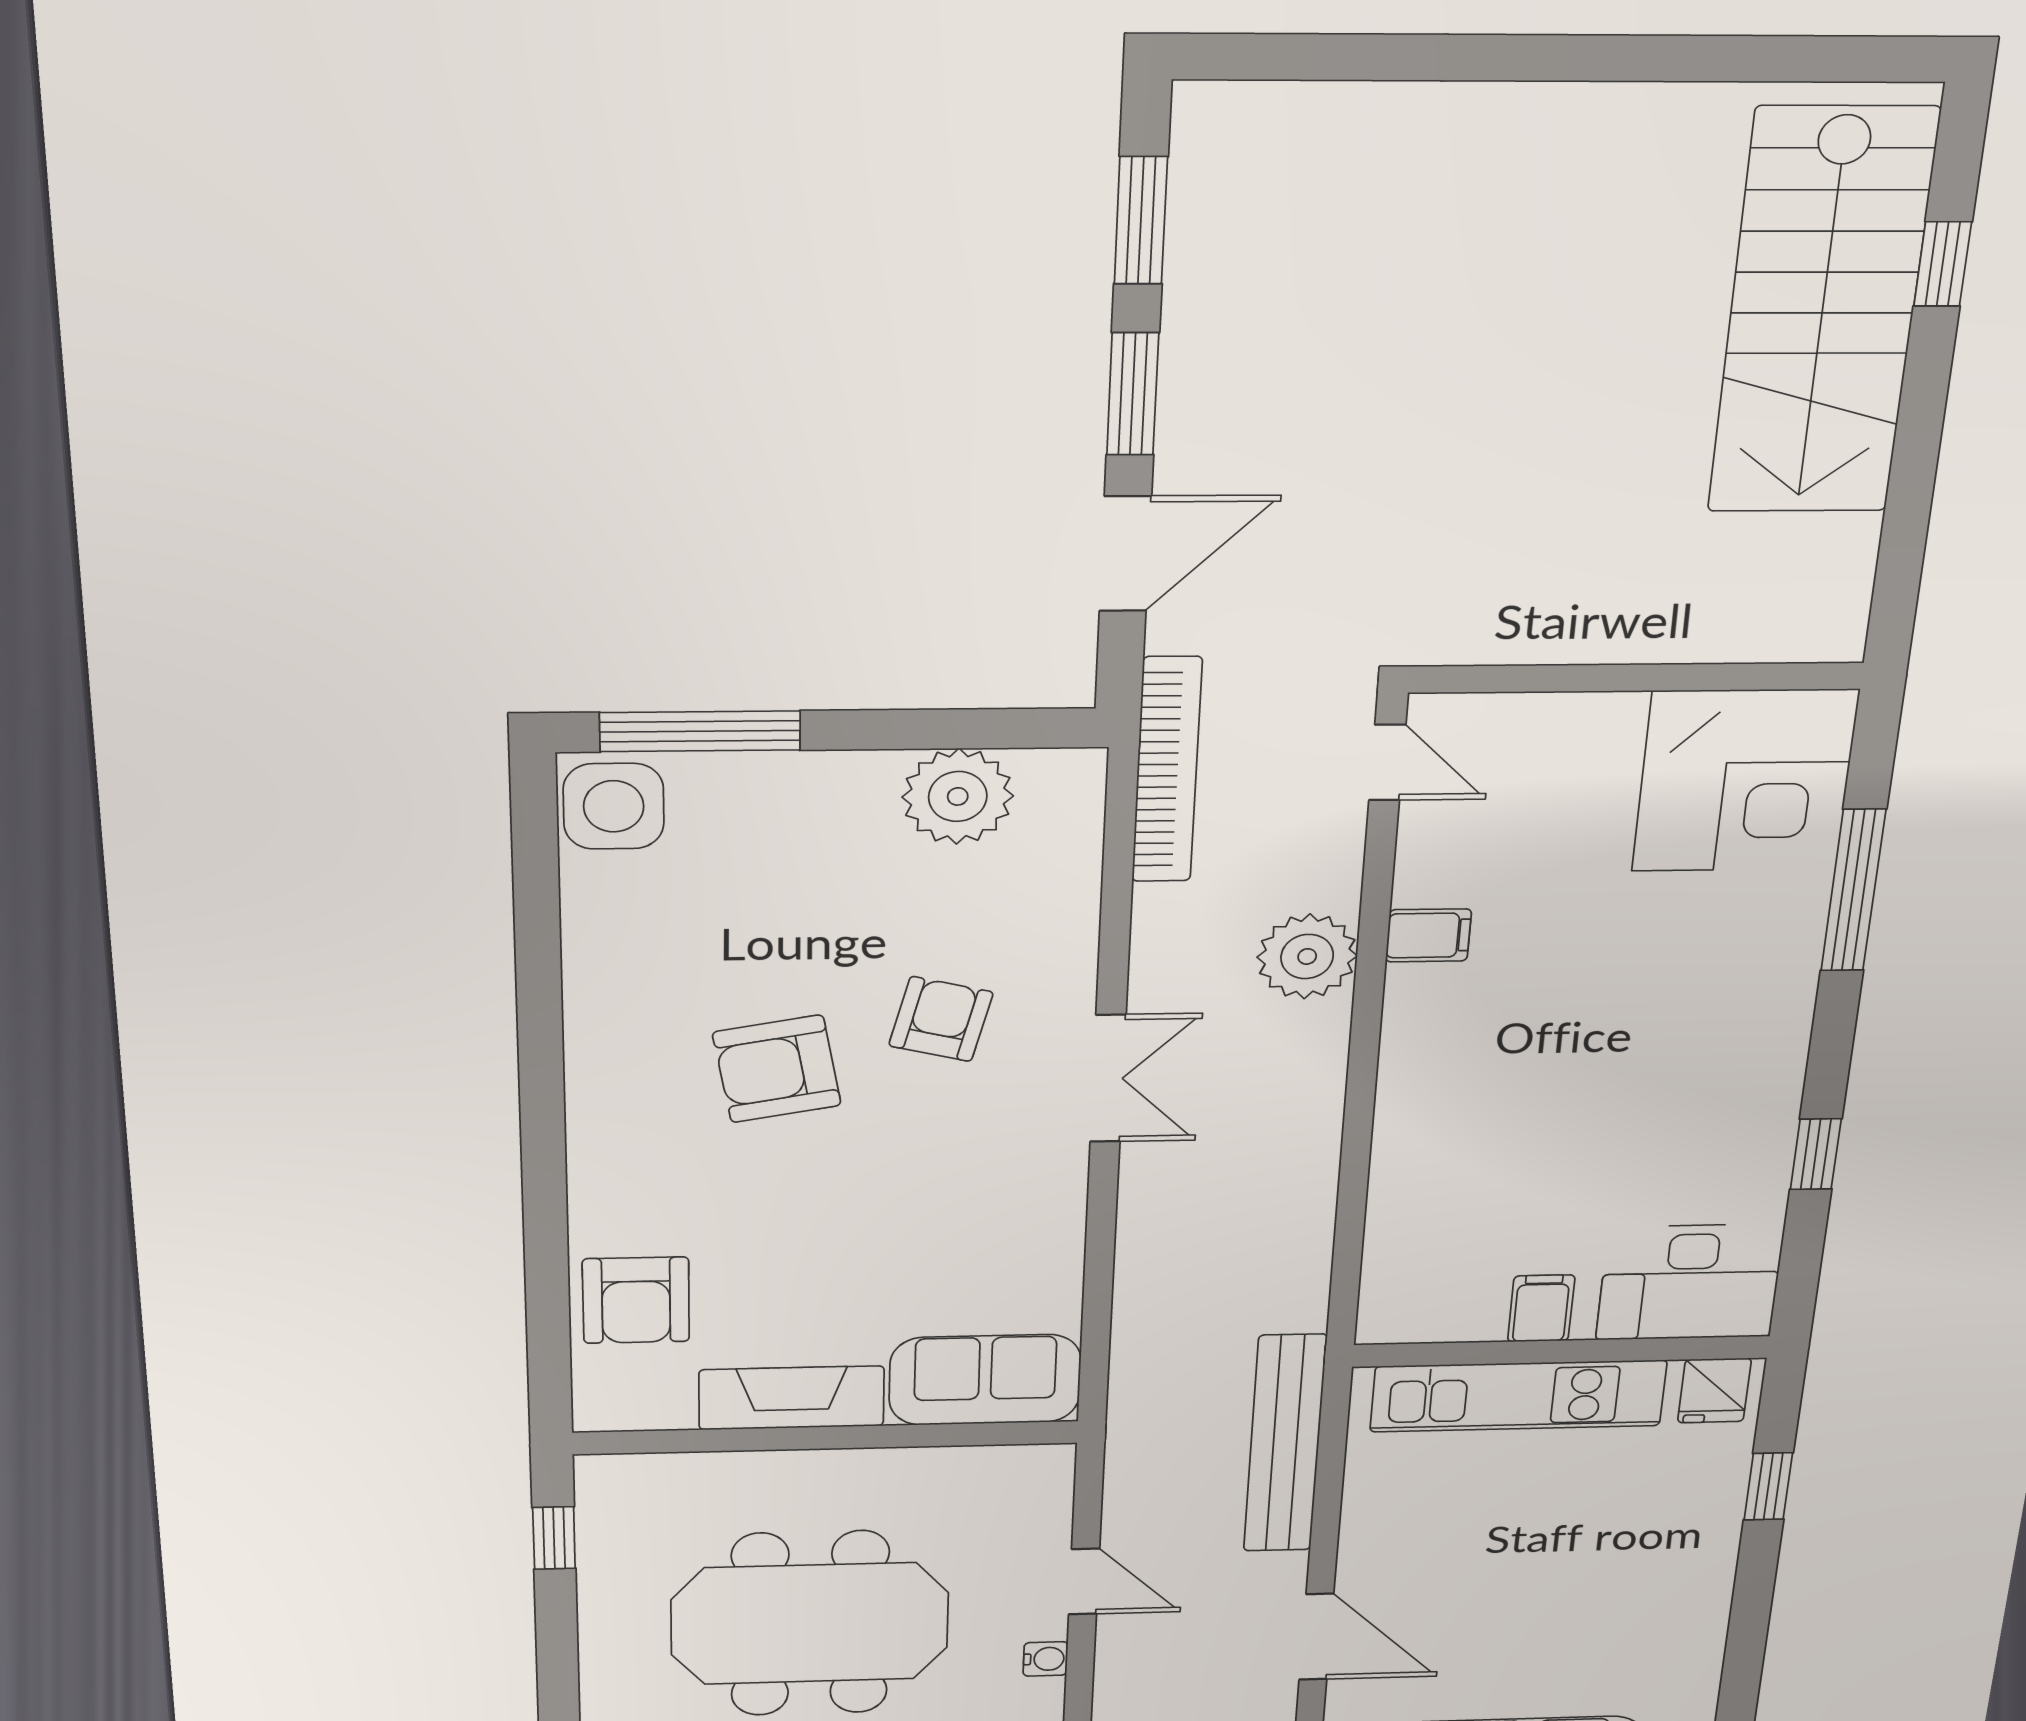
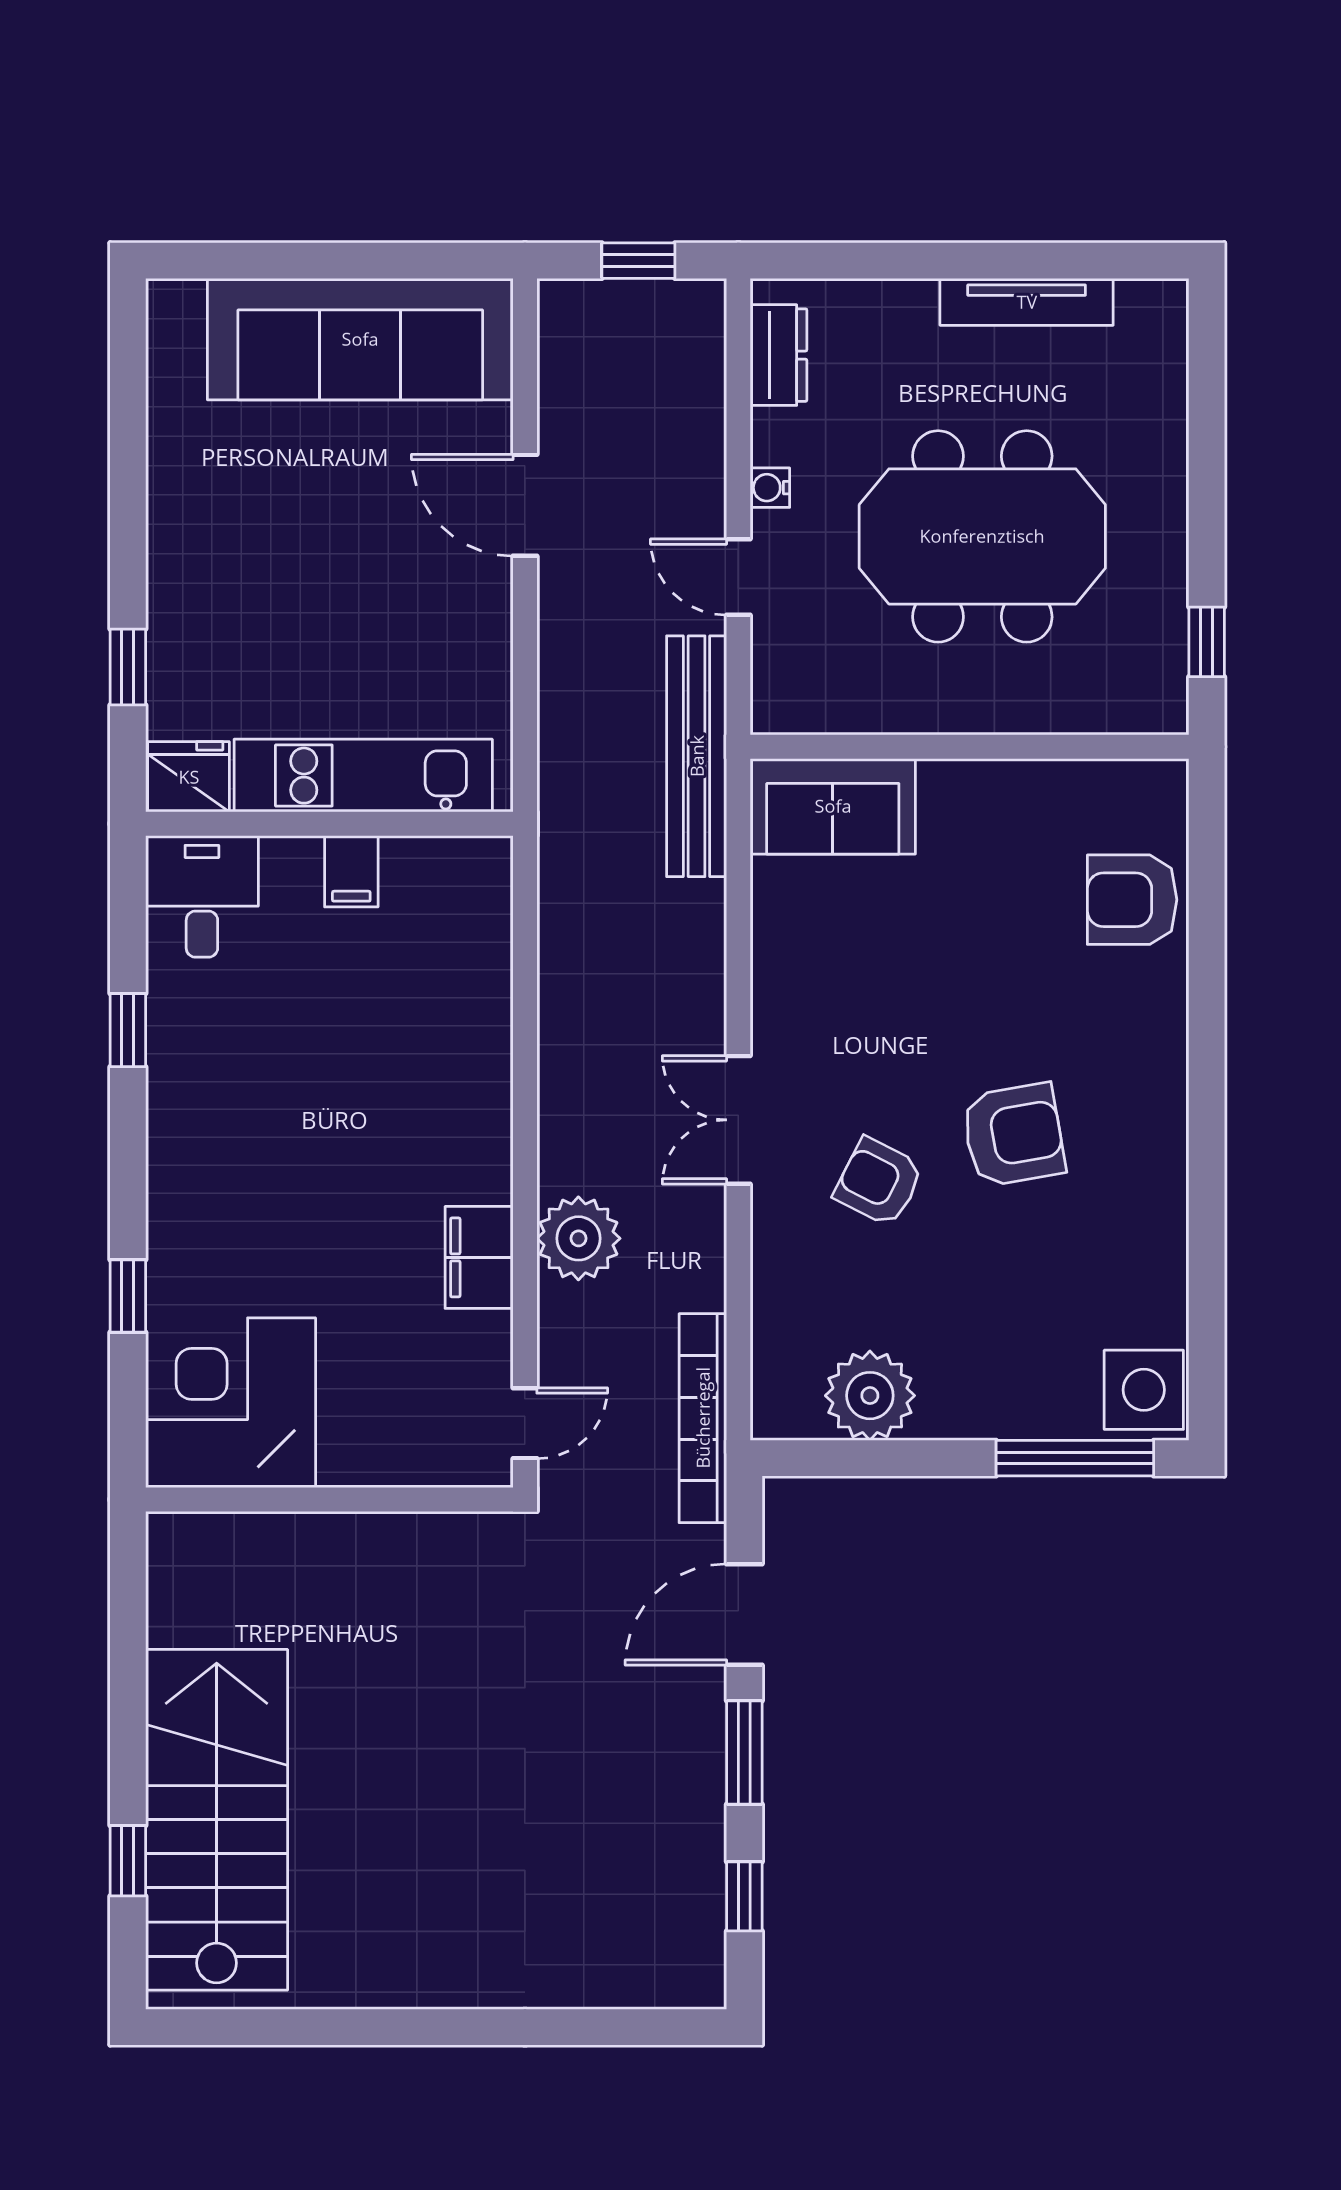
window: (1141, 221) -> (744, 1896), width x0.67
door: (1387, 762) -> (525, 1423), swing flipped
window: (1853, 890) -> (128, 1296), width x0.46
filing cabinet: (1428, 935) -> (479, 1257), width x2.00
armchair: (941, 1019) -> (879, 1182), turned 103
desk: (1690, 1282) -> (202, 896), width x0.73
armchair: (636, 1300) -> (1132, 900), turned -90
fridge: (1714, 1391) -> (189, 777), width x1.38
fireplace: (792, 1398) -> (1000, 791), removed
bench: (1285, 1444) -> (697, 756), moved

